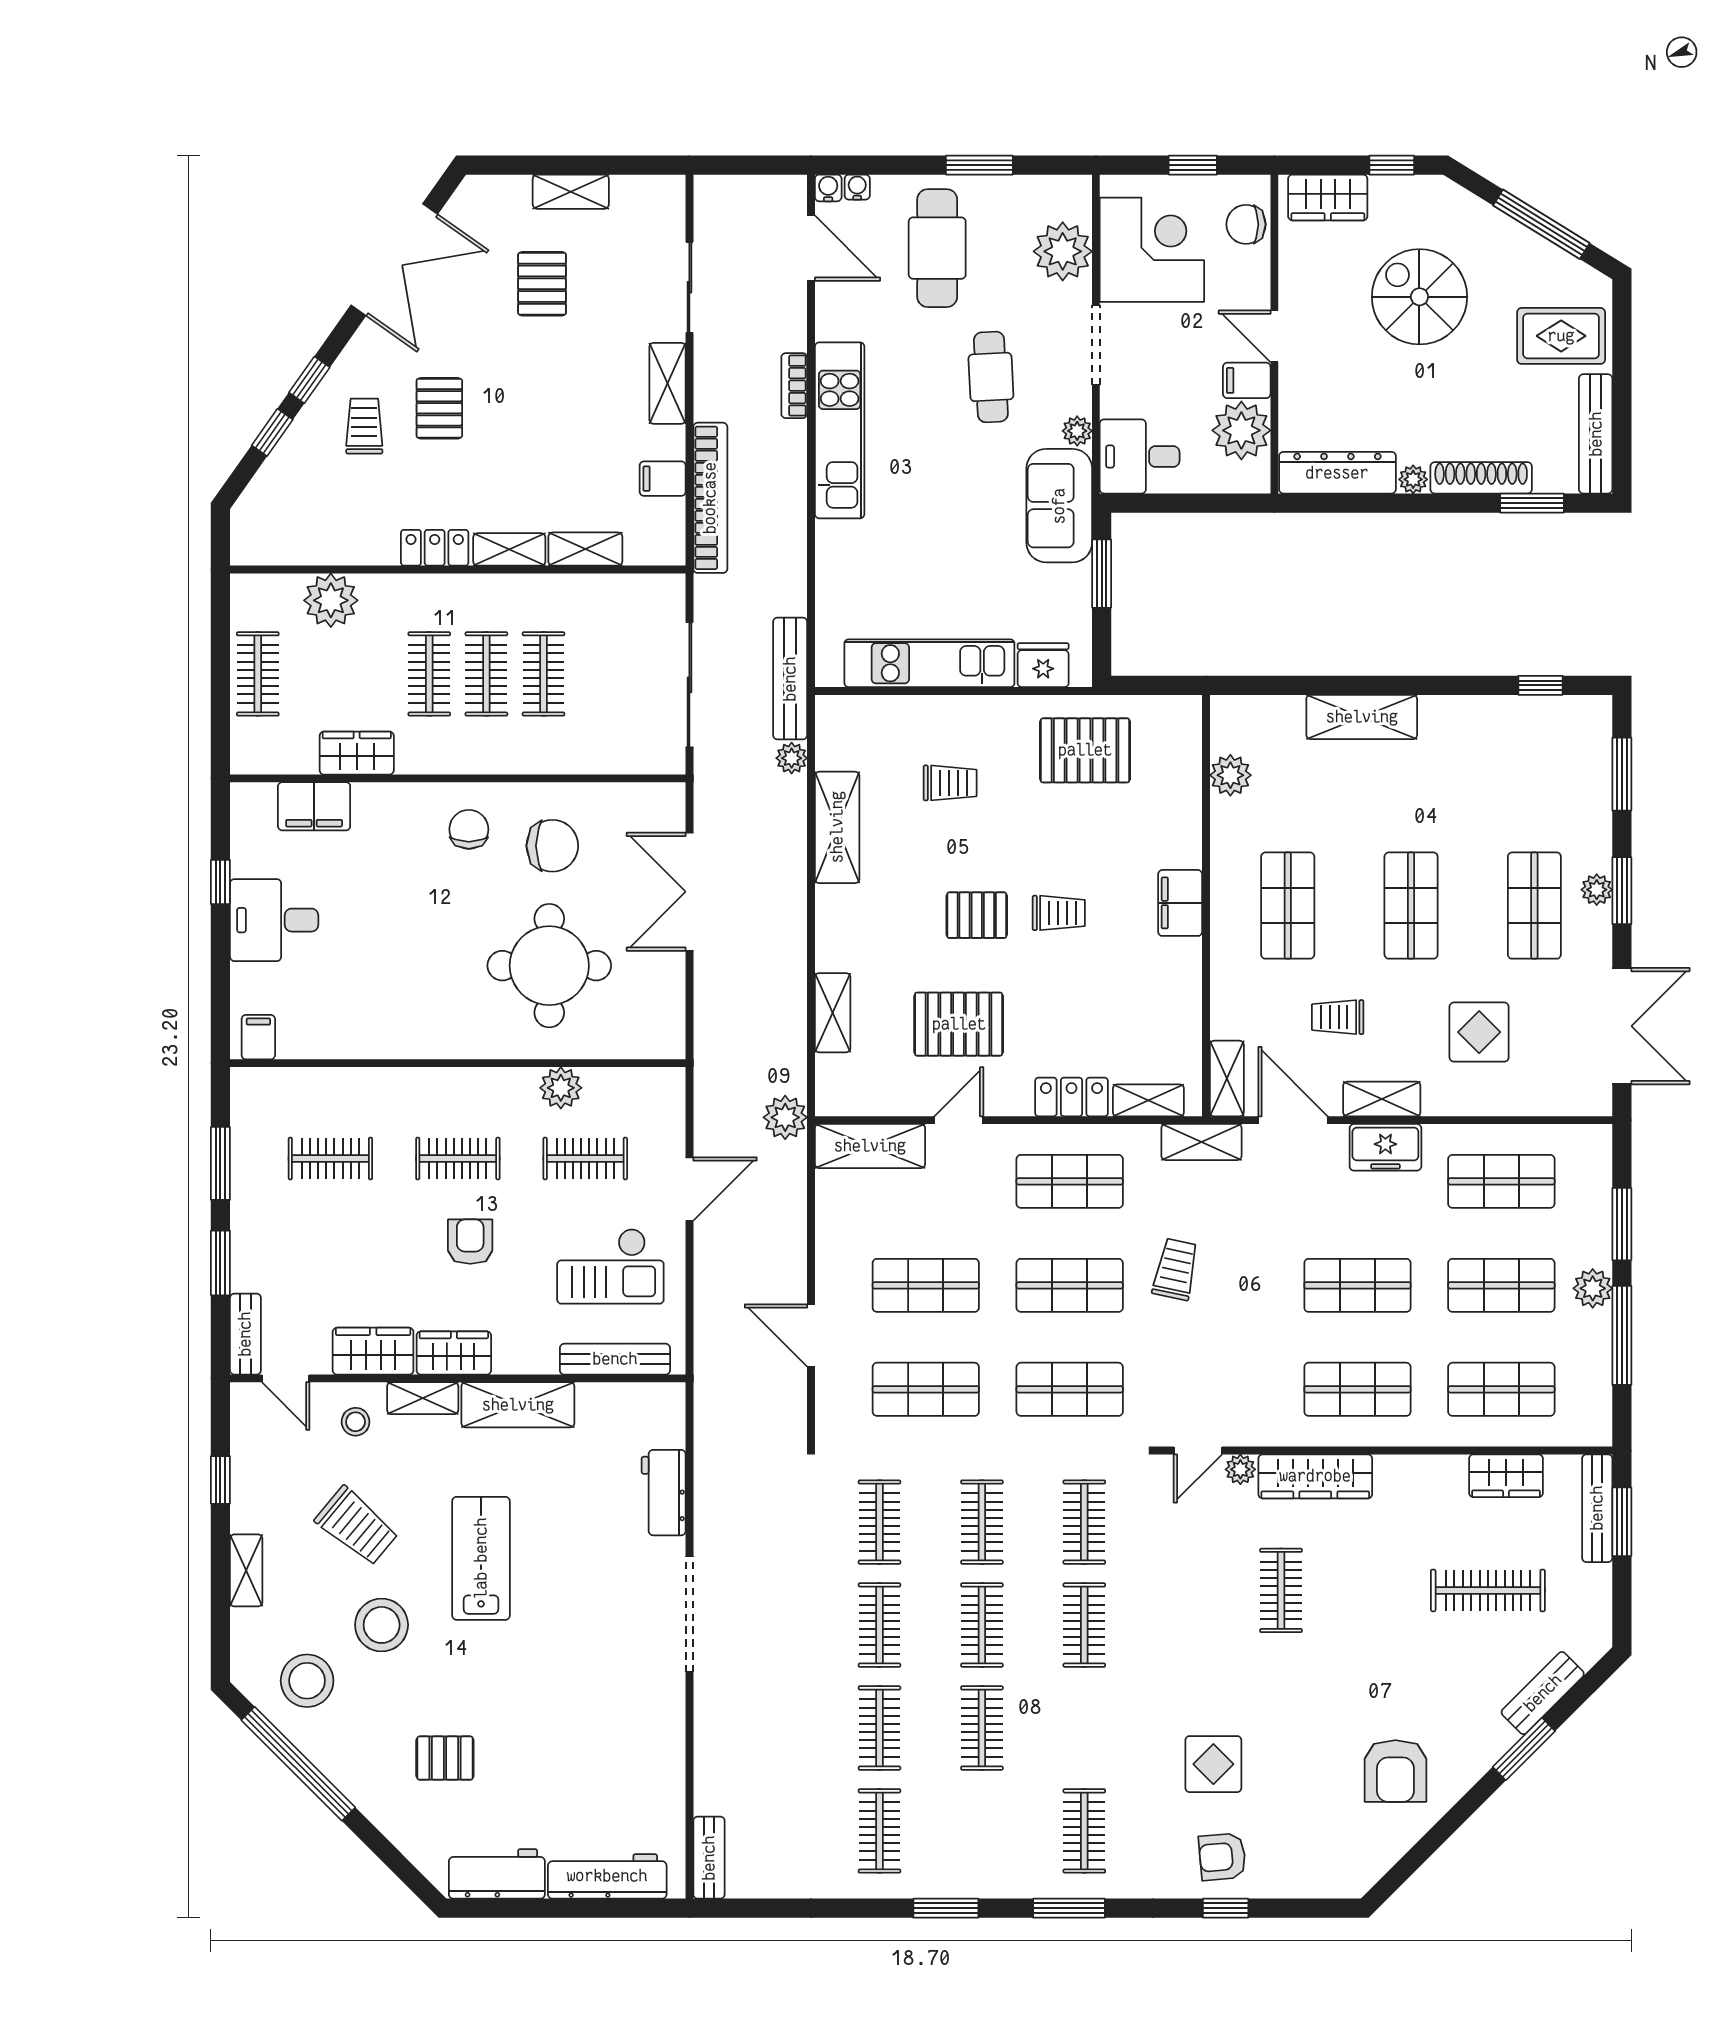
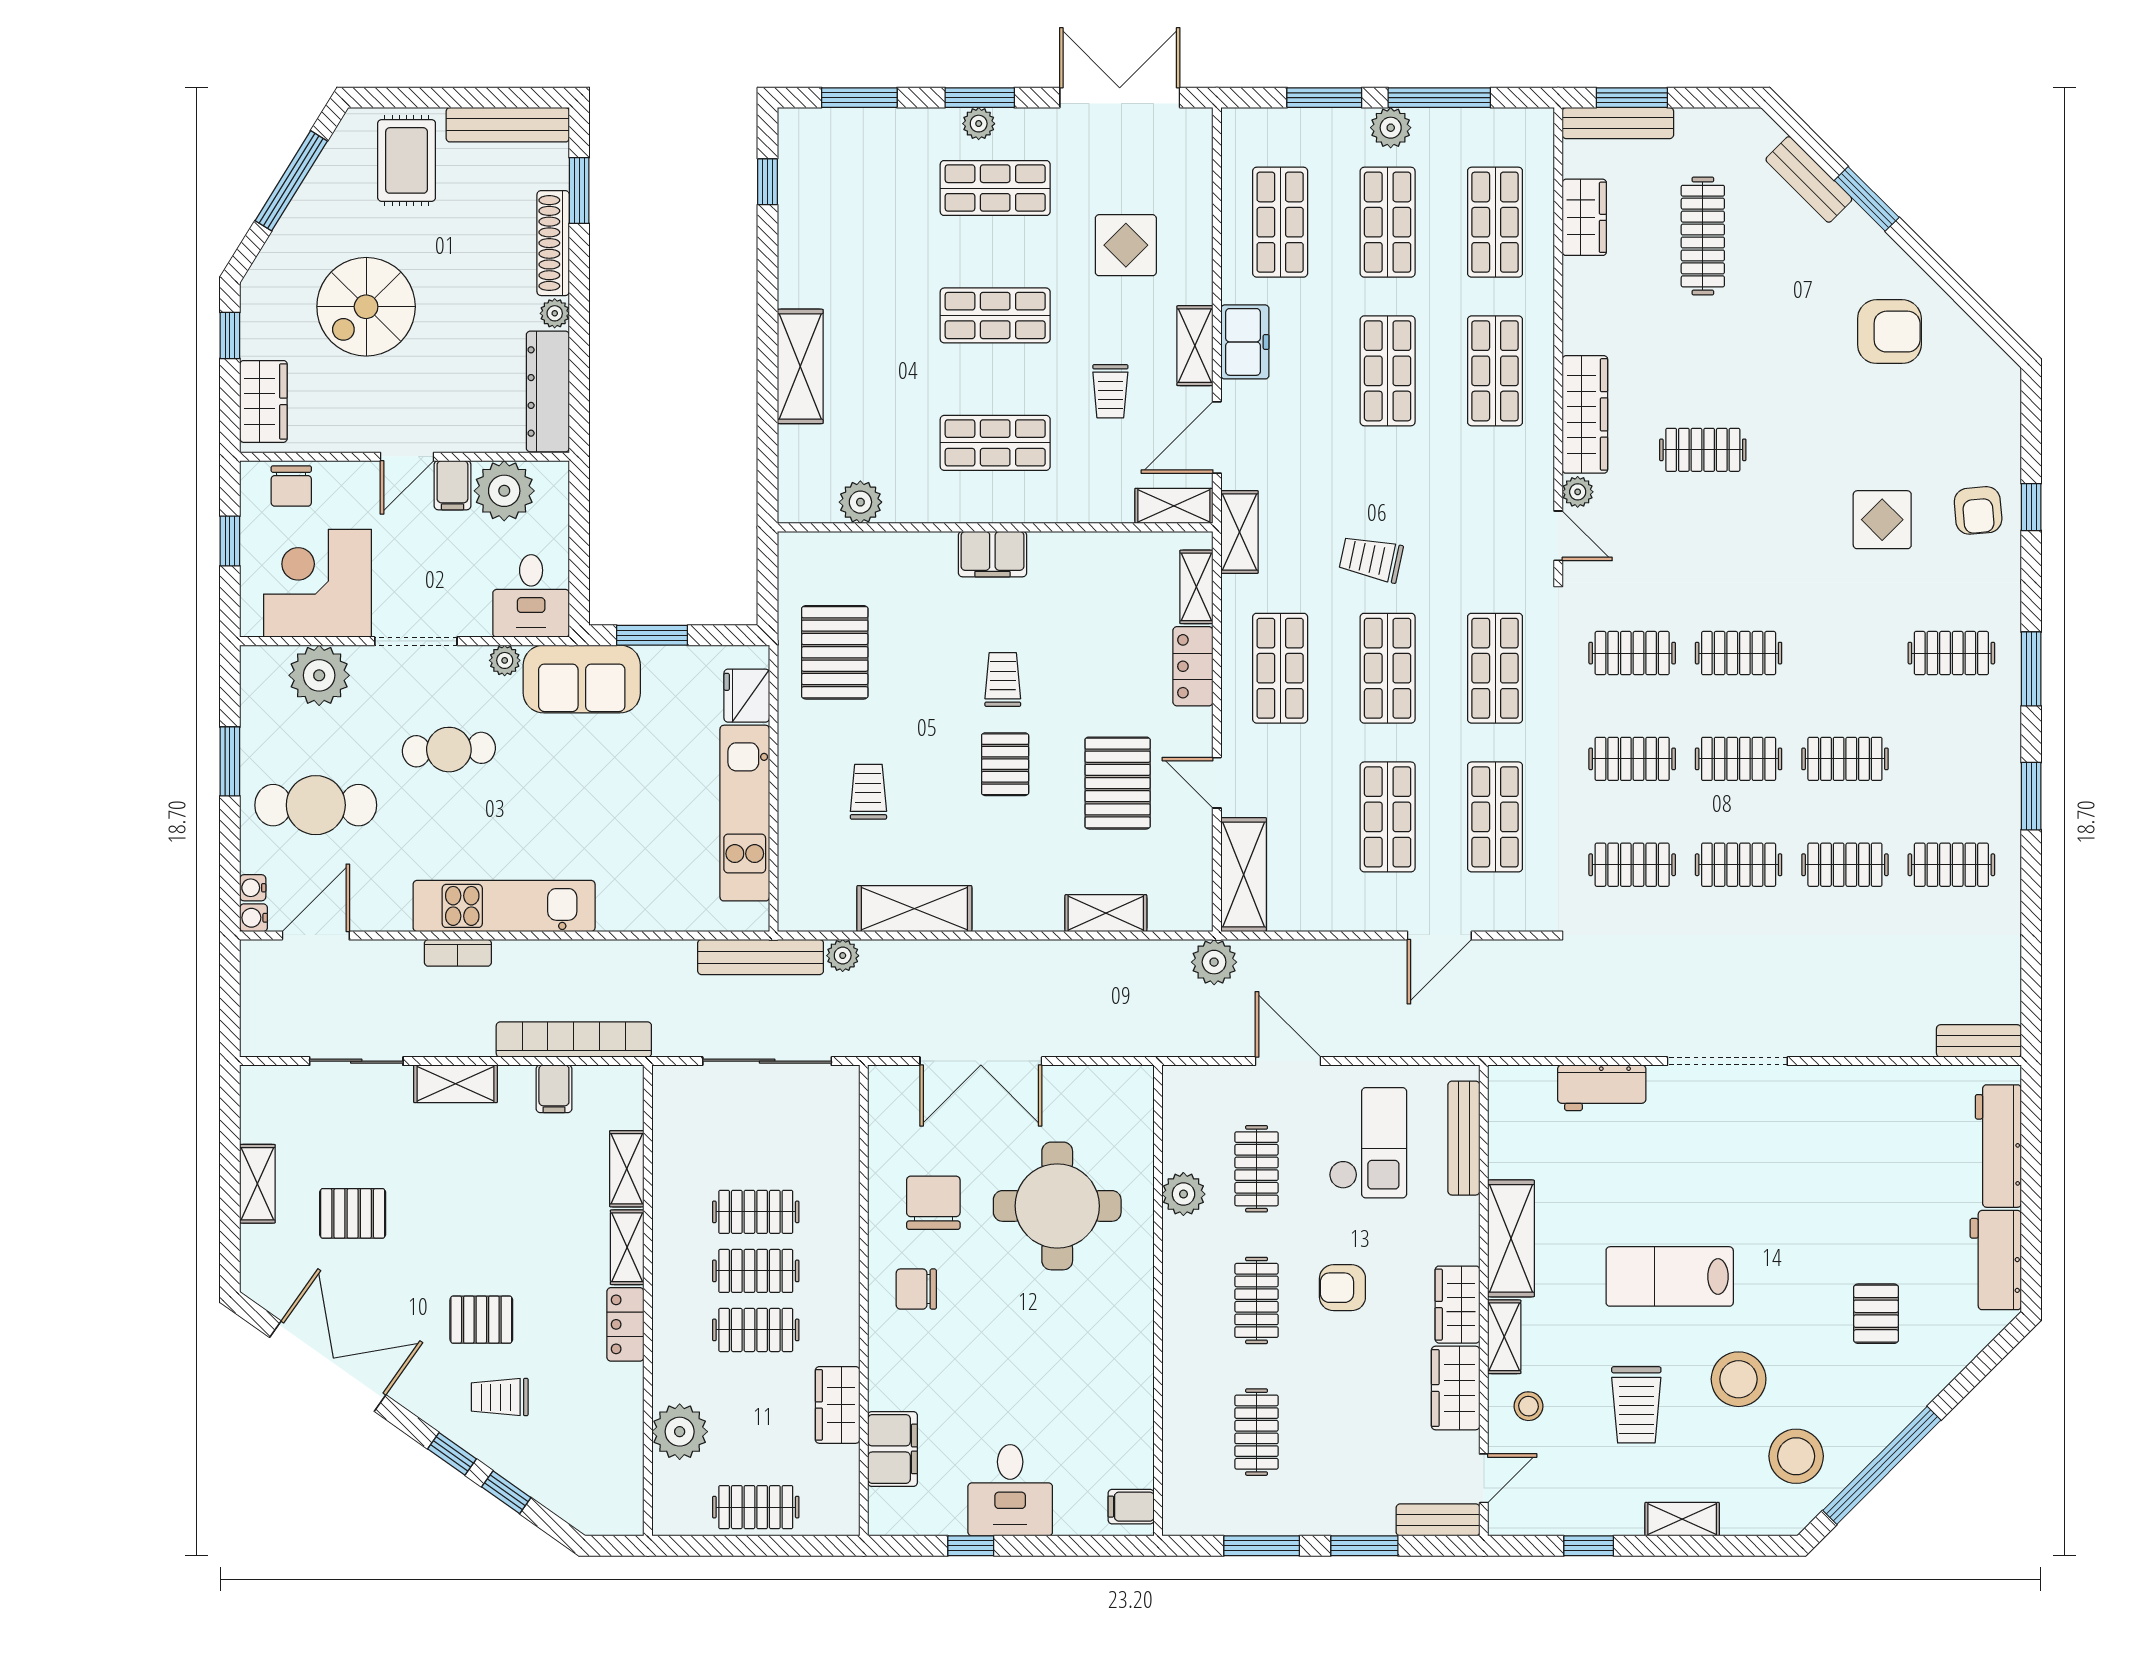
trolley: (357, 1526) -> (1636, 1405), turned 140

